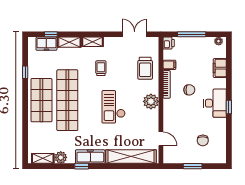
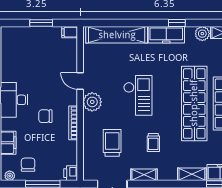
shelving: (93, 42) -> (144, 175), moved
filing cabinet: (169, 65) -> (70, 32), moved
trolley: (145, 68) -> (112, 143), moved
door: (161, 139) -> (80, 81), moved
chair: (203, 140) -> (28, 165), moved

